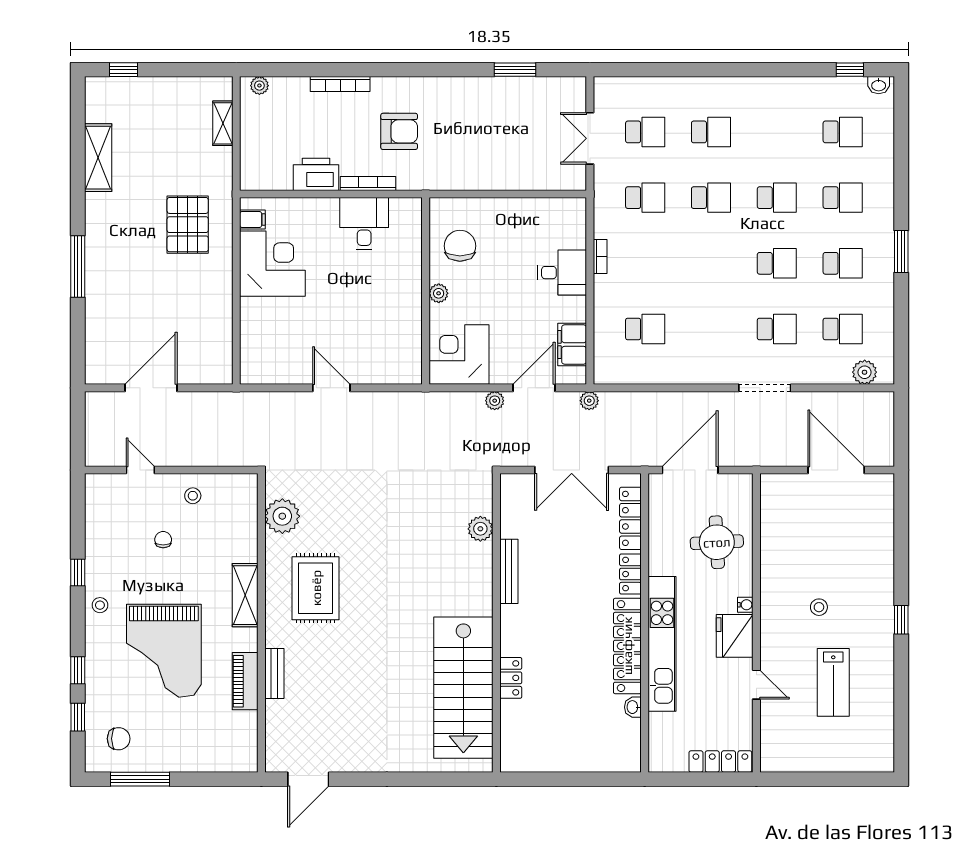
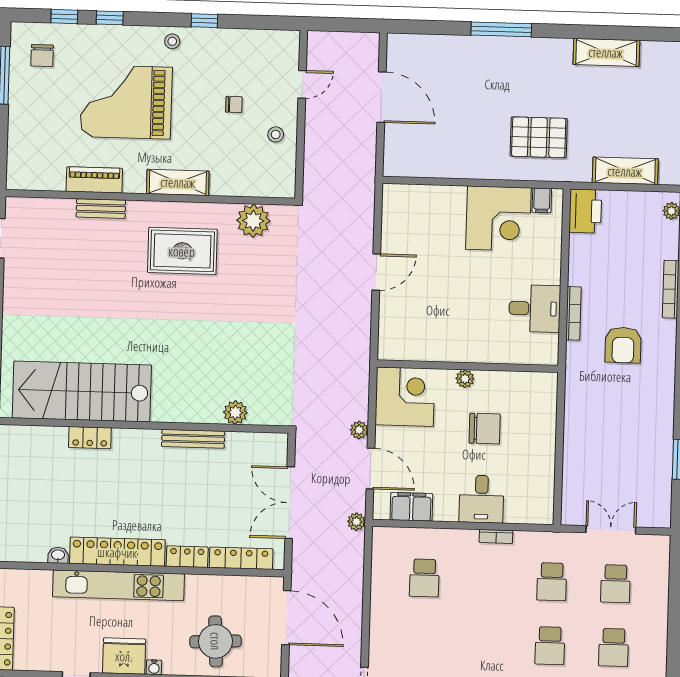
shelving: (223, 123) -> (625, 171), width x1.50, depth x1.33
printer: (316, 174) -> (585, 211), moved
chair: (460, 246) -> (485, 429), moved

